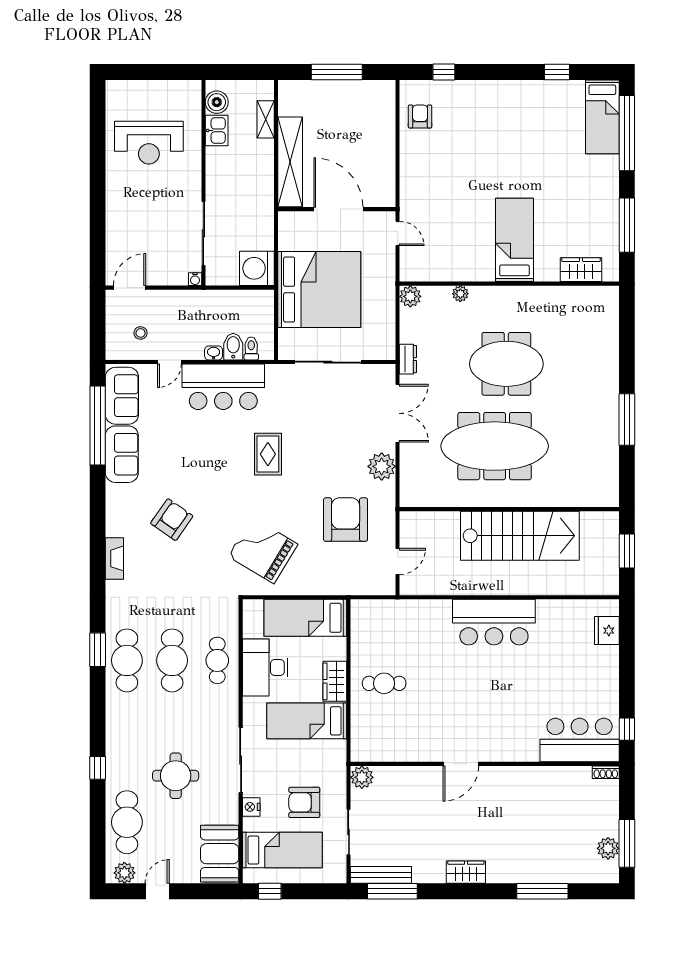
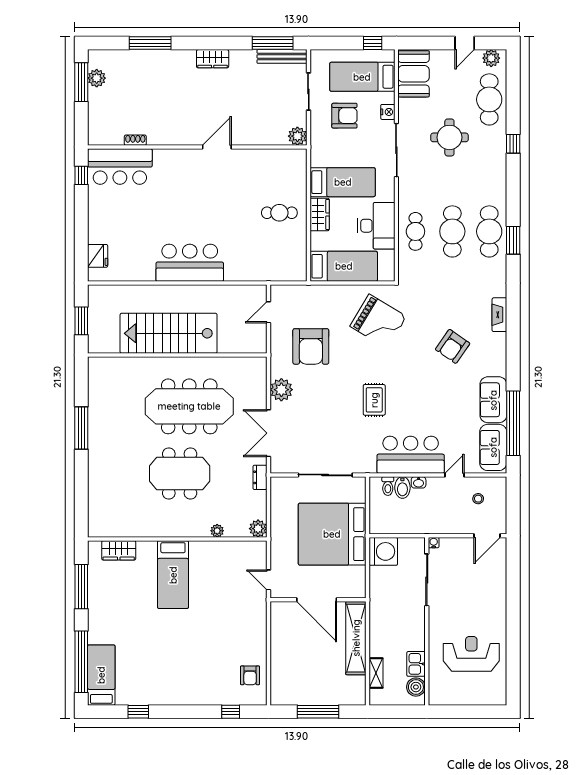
shoe rack: (606, 772) -> (135, 140), moved

